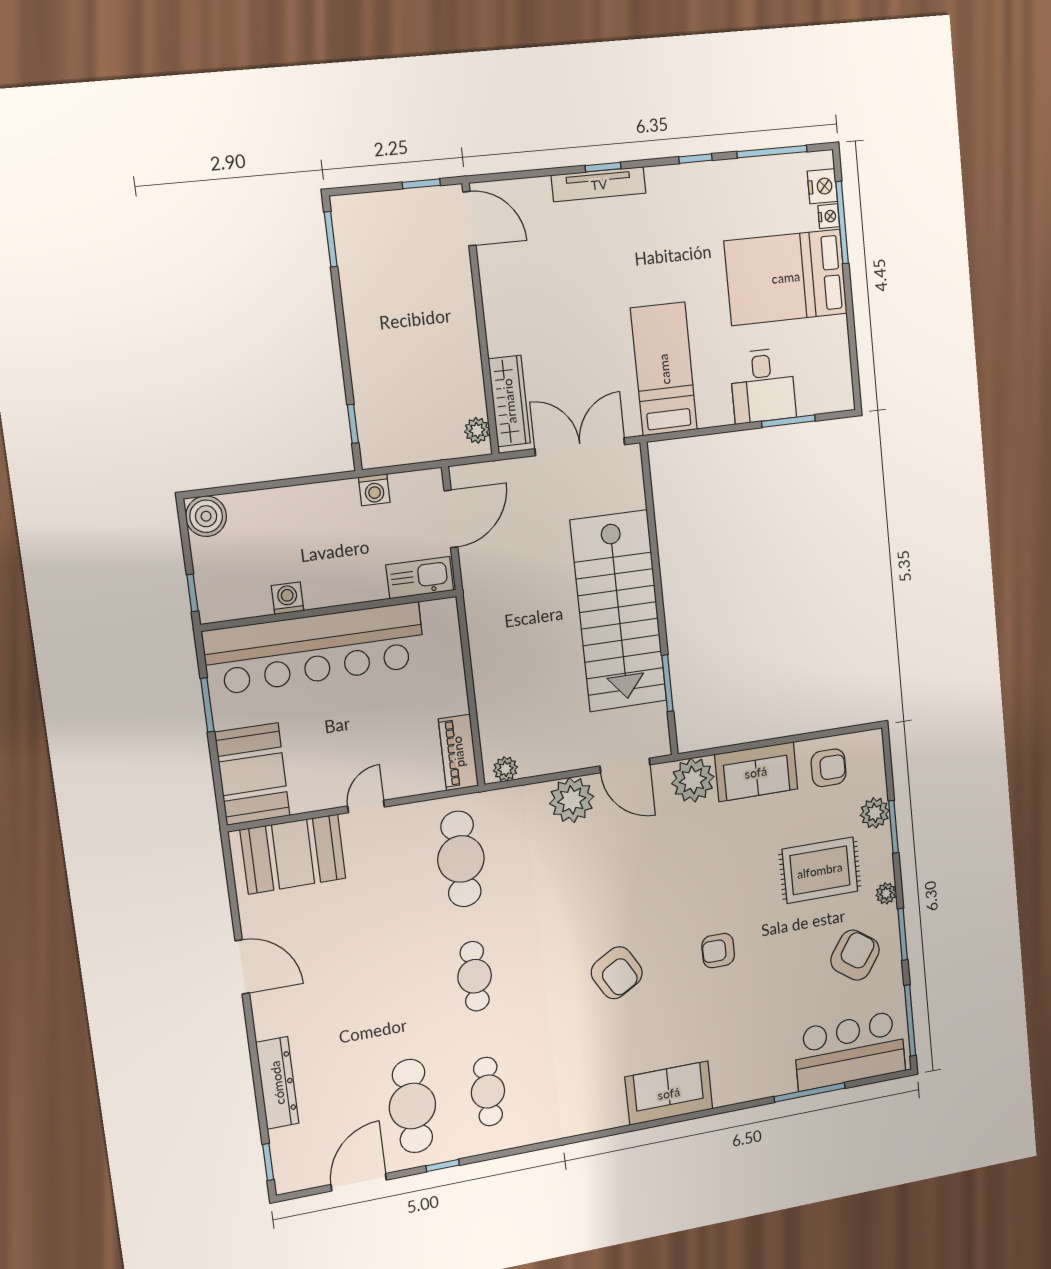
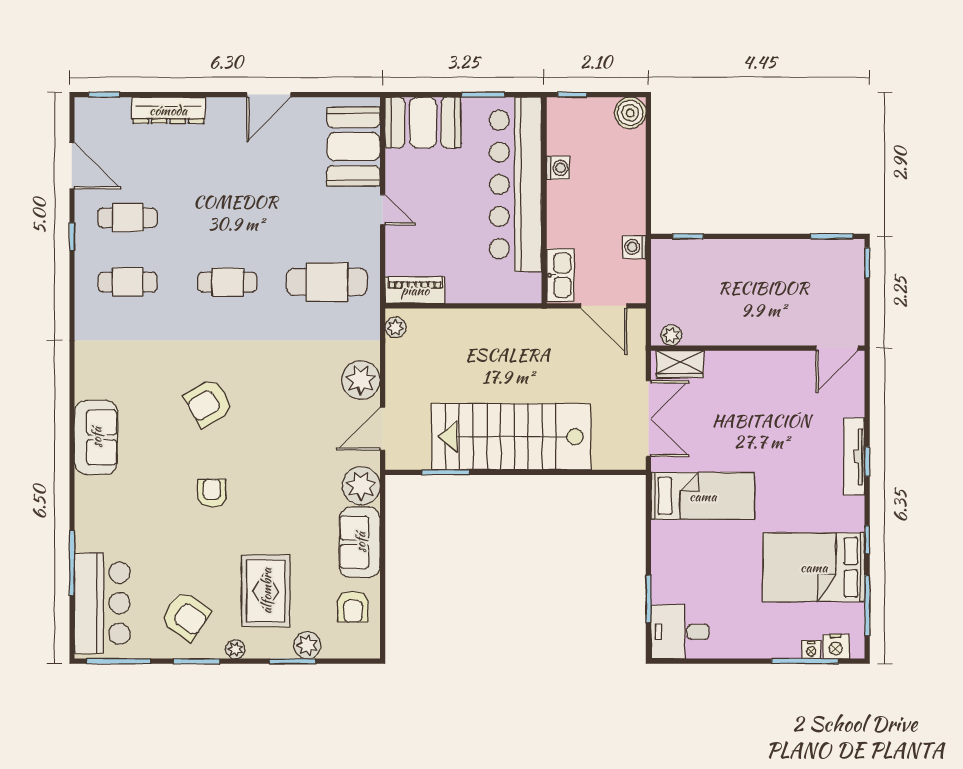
window: (421, 184) -> (867, 263), moved
bed: (786, 277) -> (814, 567), moved, turned -90
desk: (763, 386) -> (680, 632), moved
wardrobe: (509, 401) -> (680, 364), width x0.67
cafe table: (412, 1106) -> (128, 218), width x0.73, depth x0.74

